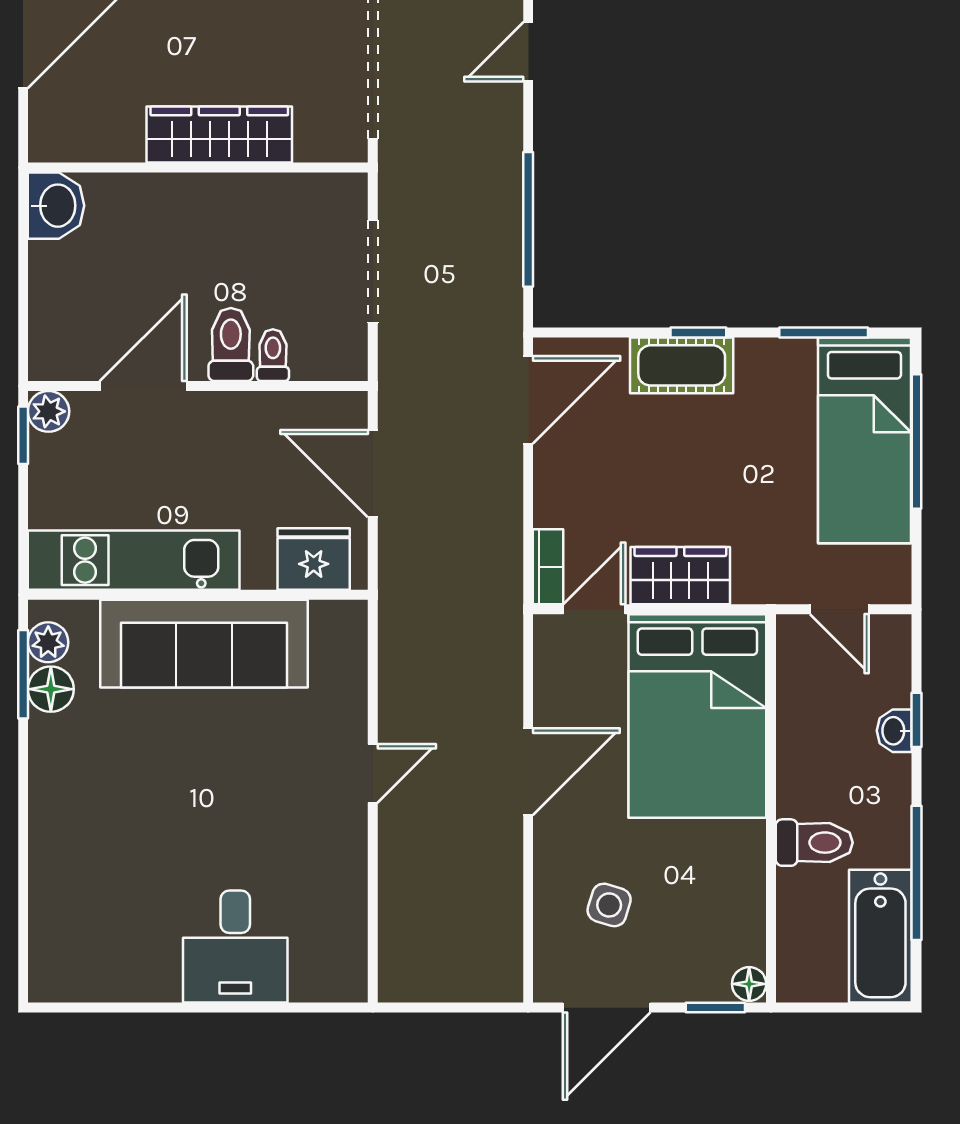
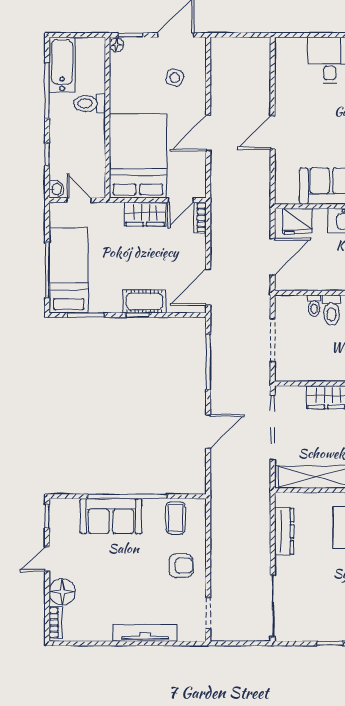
door: (528, 52) -> (208, 432), width x1.38
door: (373, 474) -> (273, 257), hinge flipped
washbasin: (894, 731) -> (56, 189), moved
door: (373, 773) -> (273, 132), width x1.38

